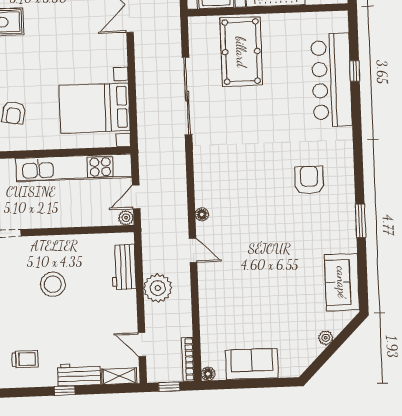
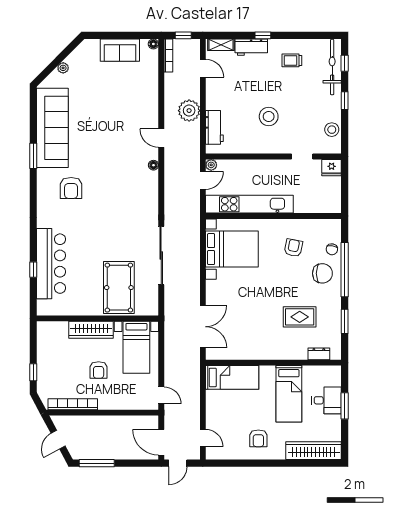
sofa: (342, 282) -> (52, 128), width x1.85, depth x1.27

